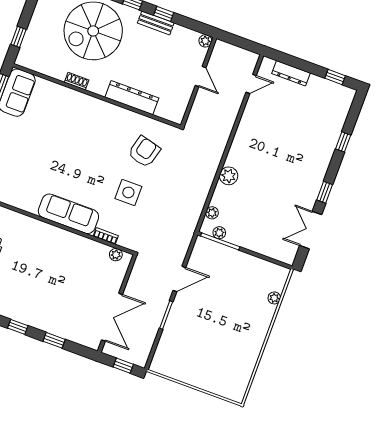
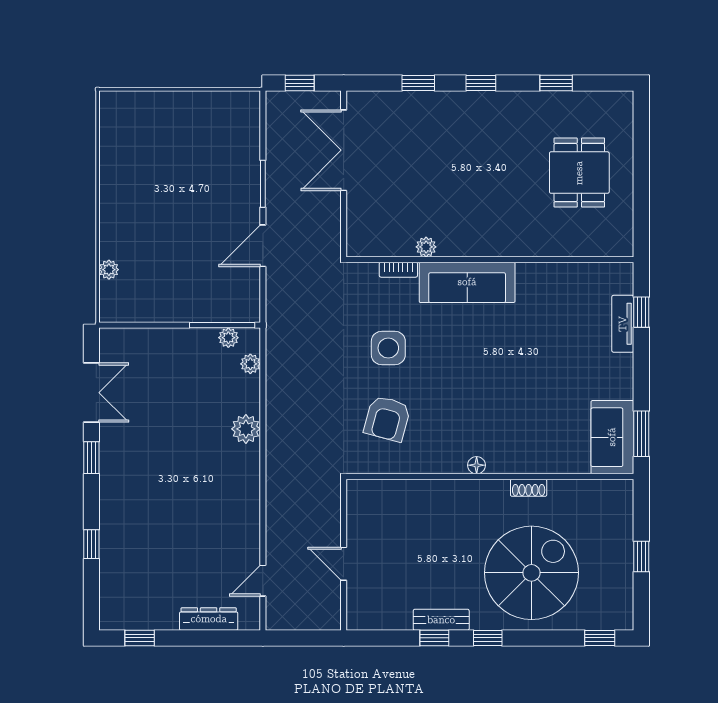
window: (18, 37) -> (641, 557), moved
plant: (205, 41) -> (356, 620), removed
dresser: (132, 98) -> (436, 494), removed
floor lamp: (102, 105) -> (477, 465), added
plant: (116, 255) -> (426, 247), moved

